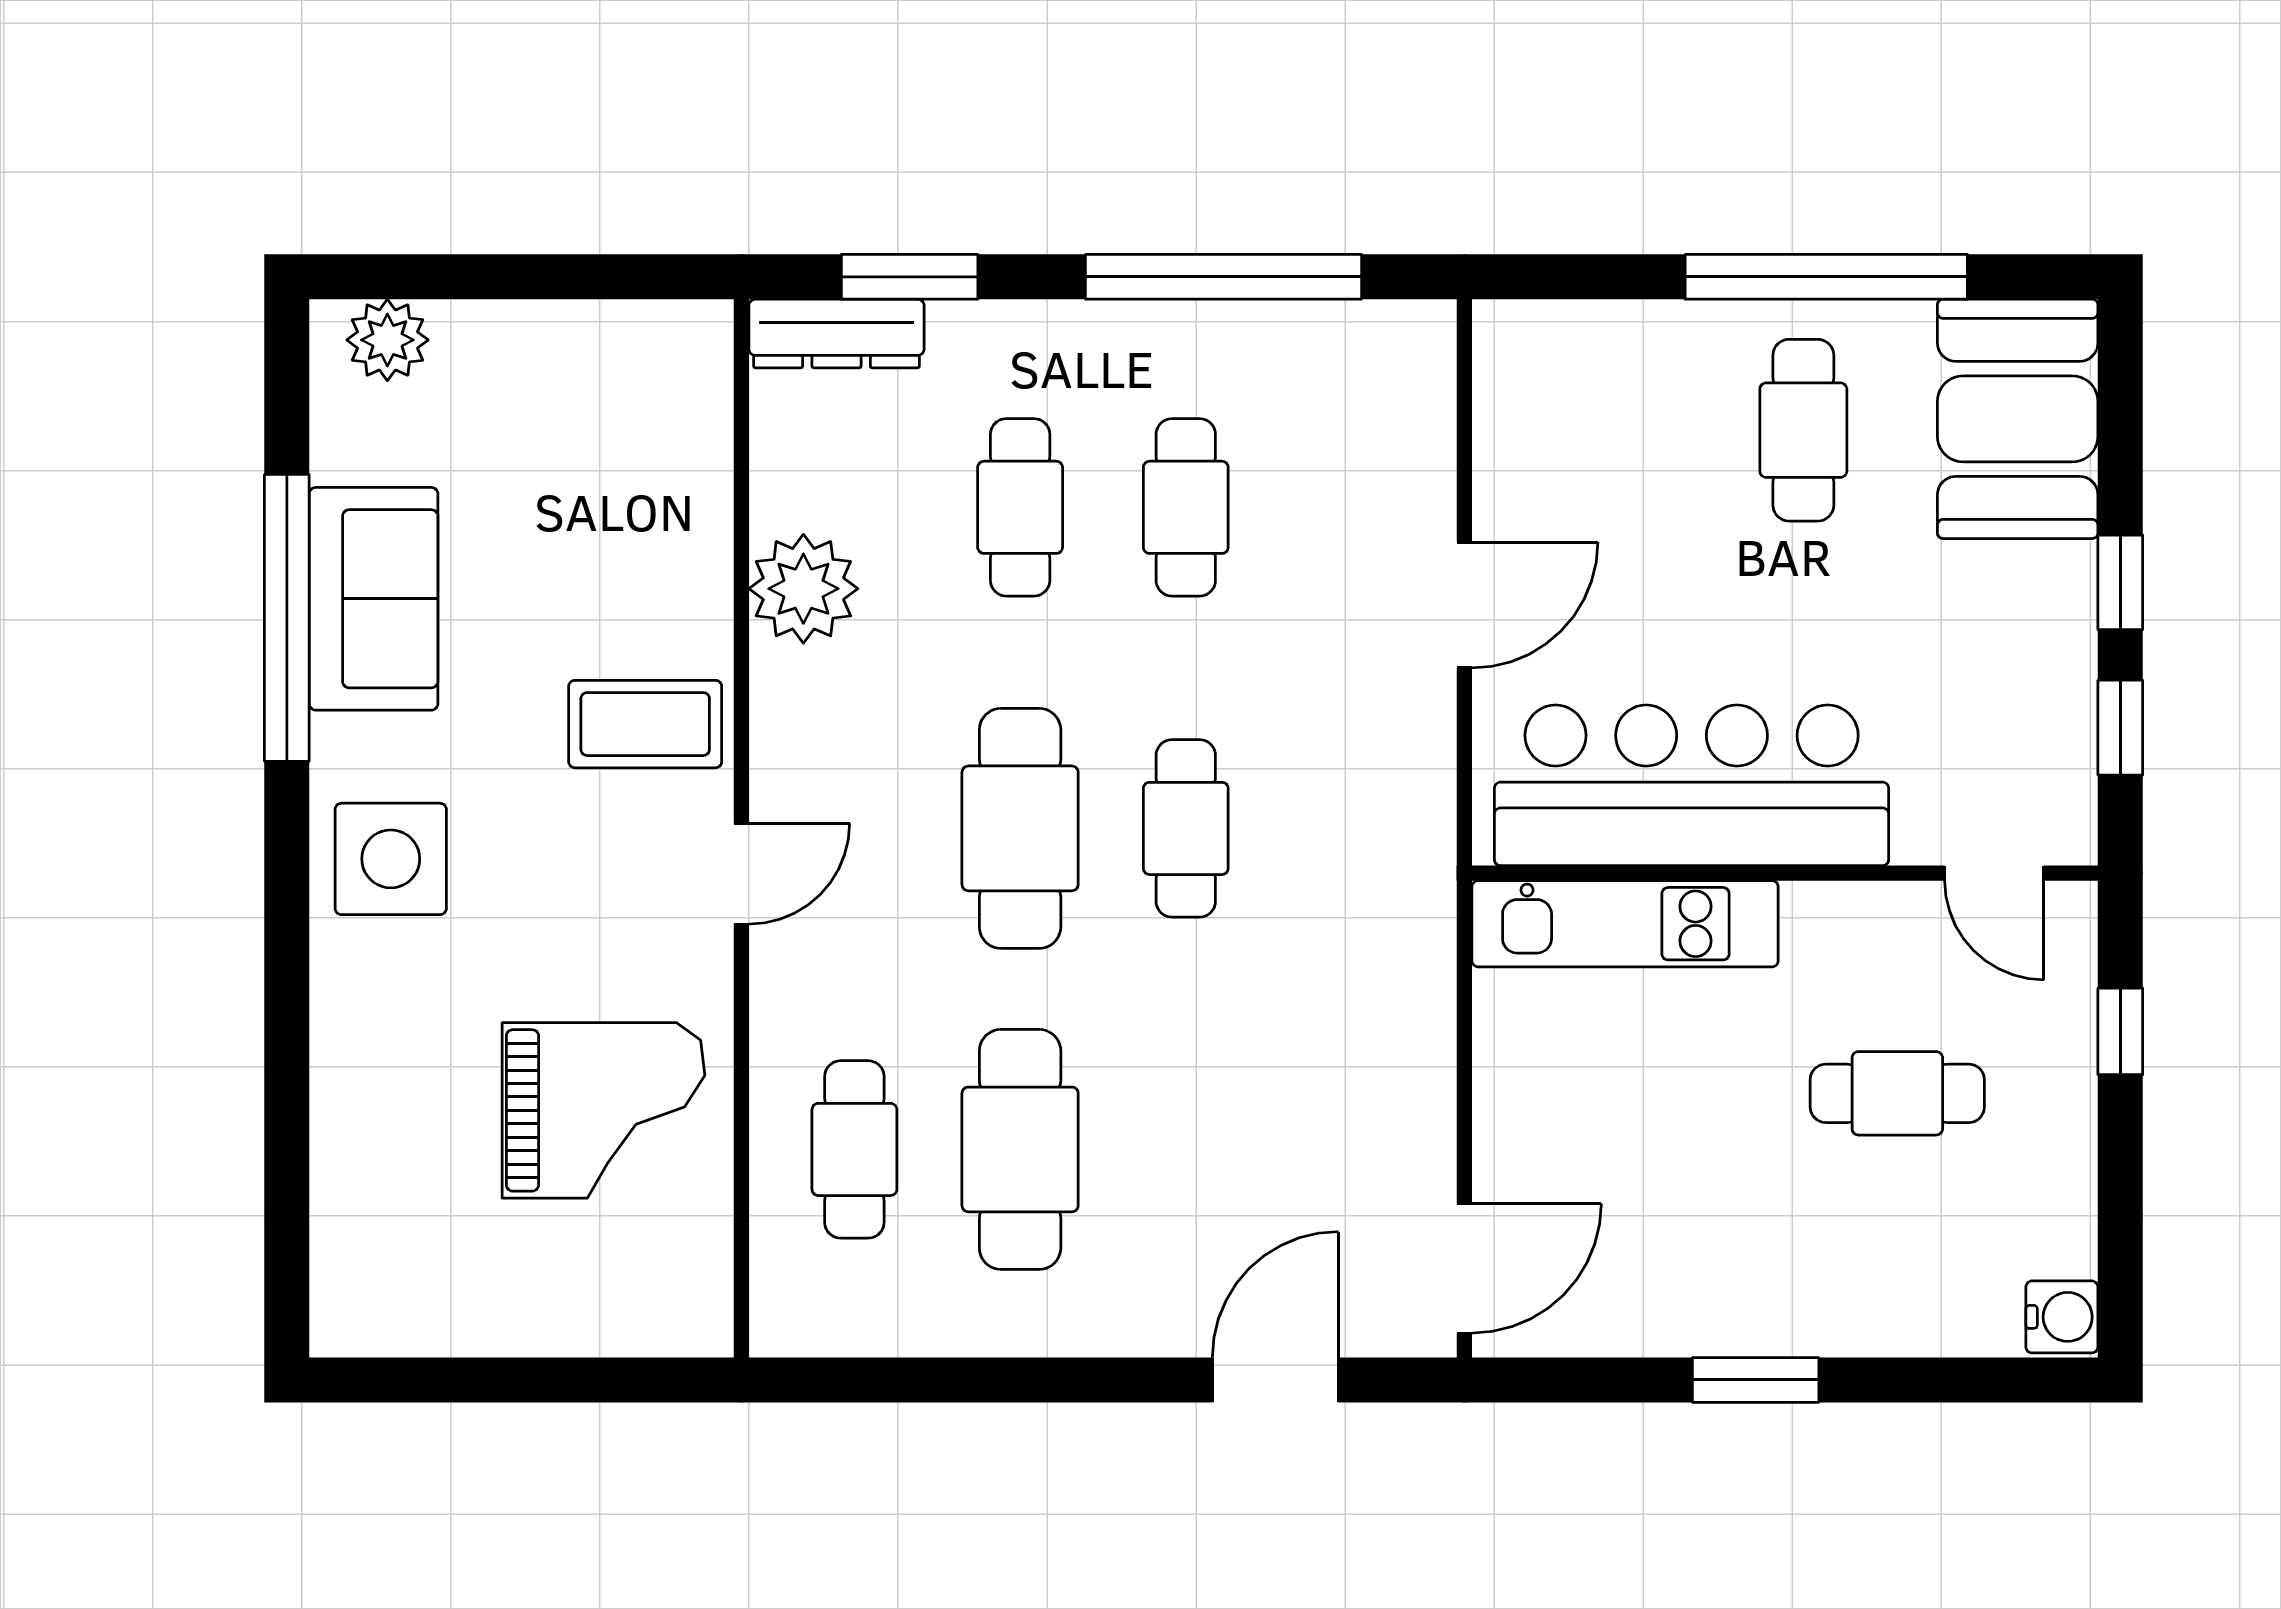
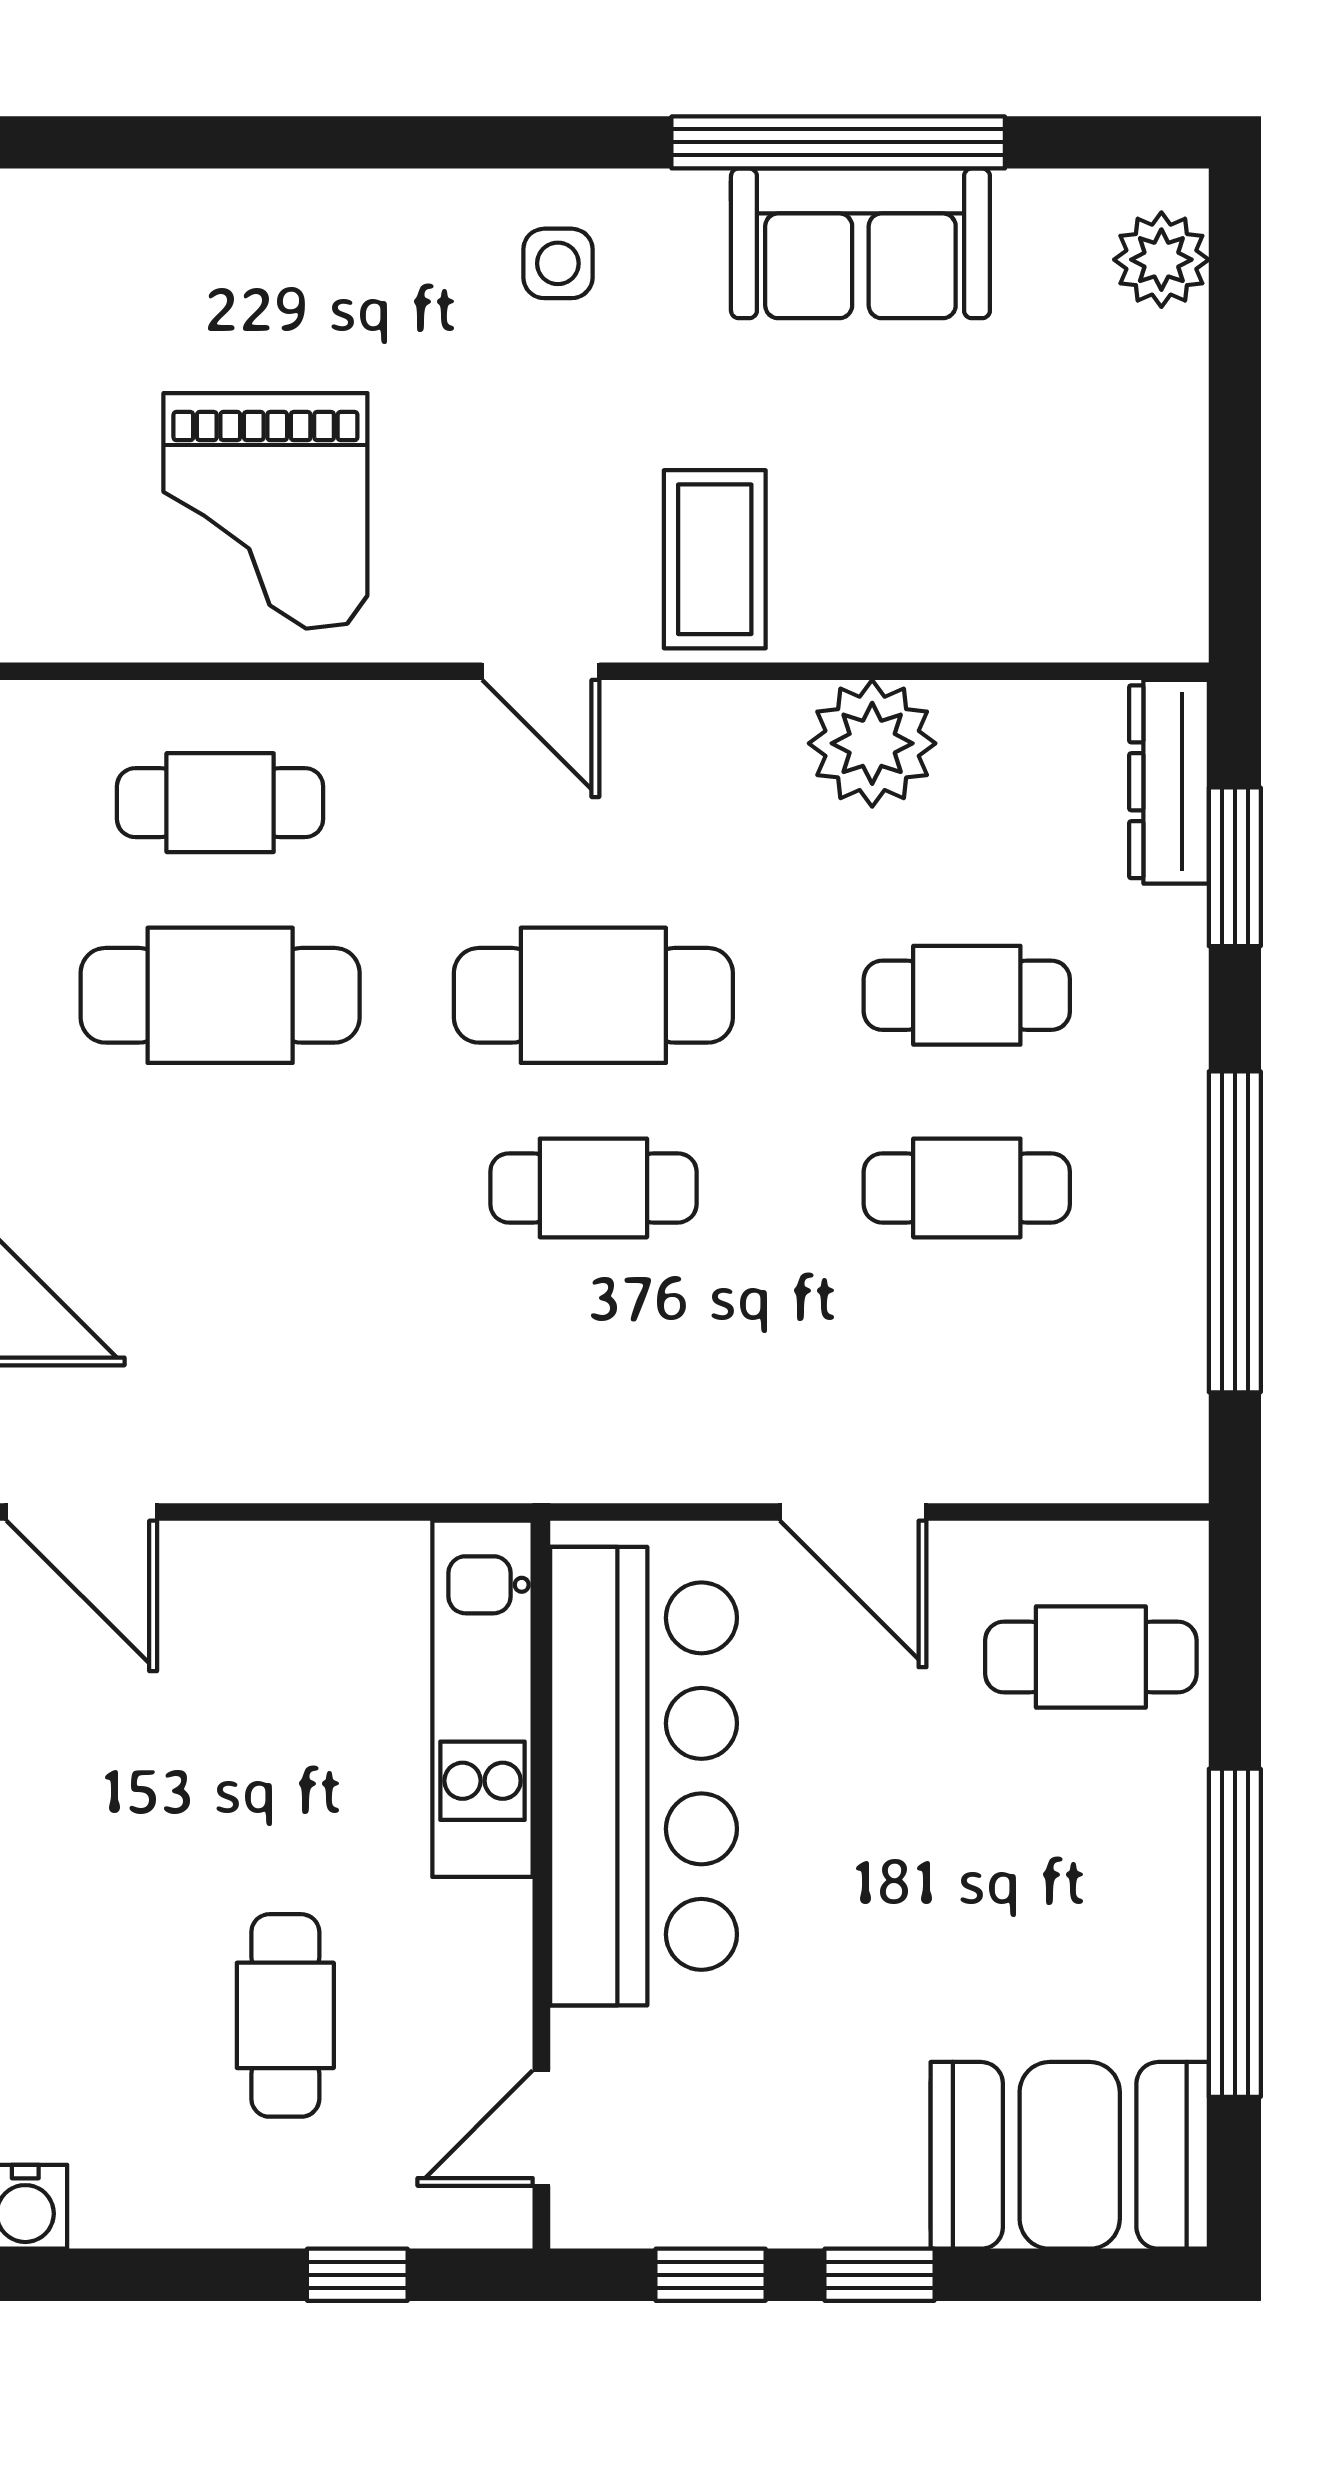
cafe table: (1803, 430) -> (1091, 1657), moved
side table: (391, 859) -> (558, 263), width x0.54, depth x0.54

